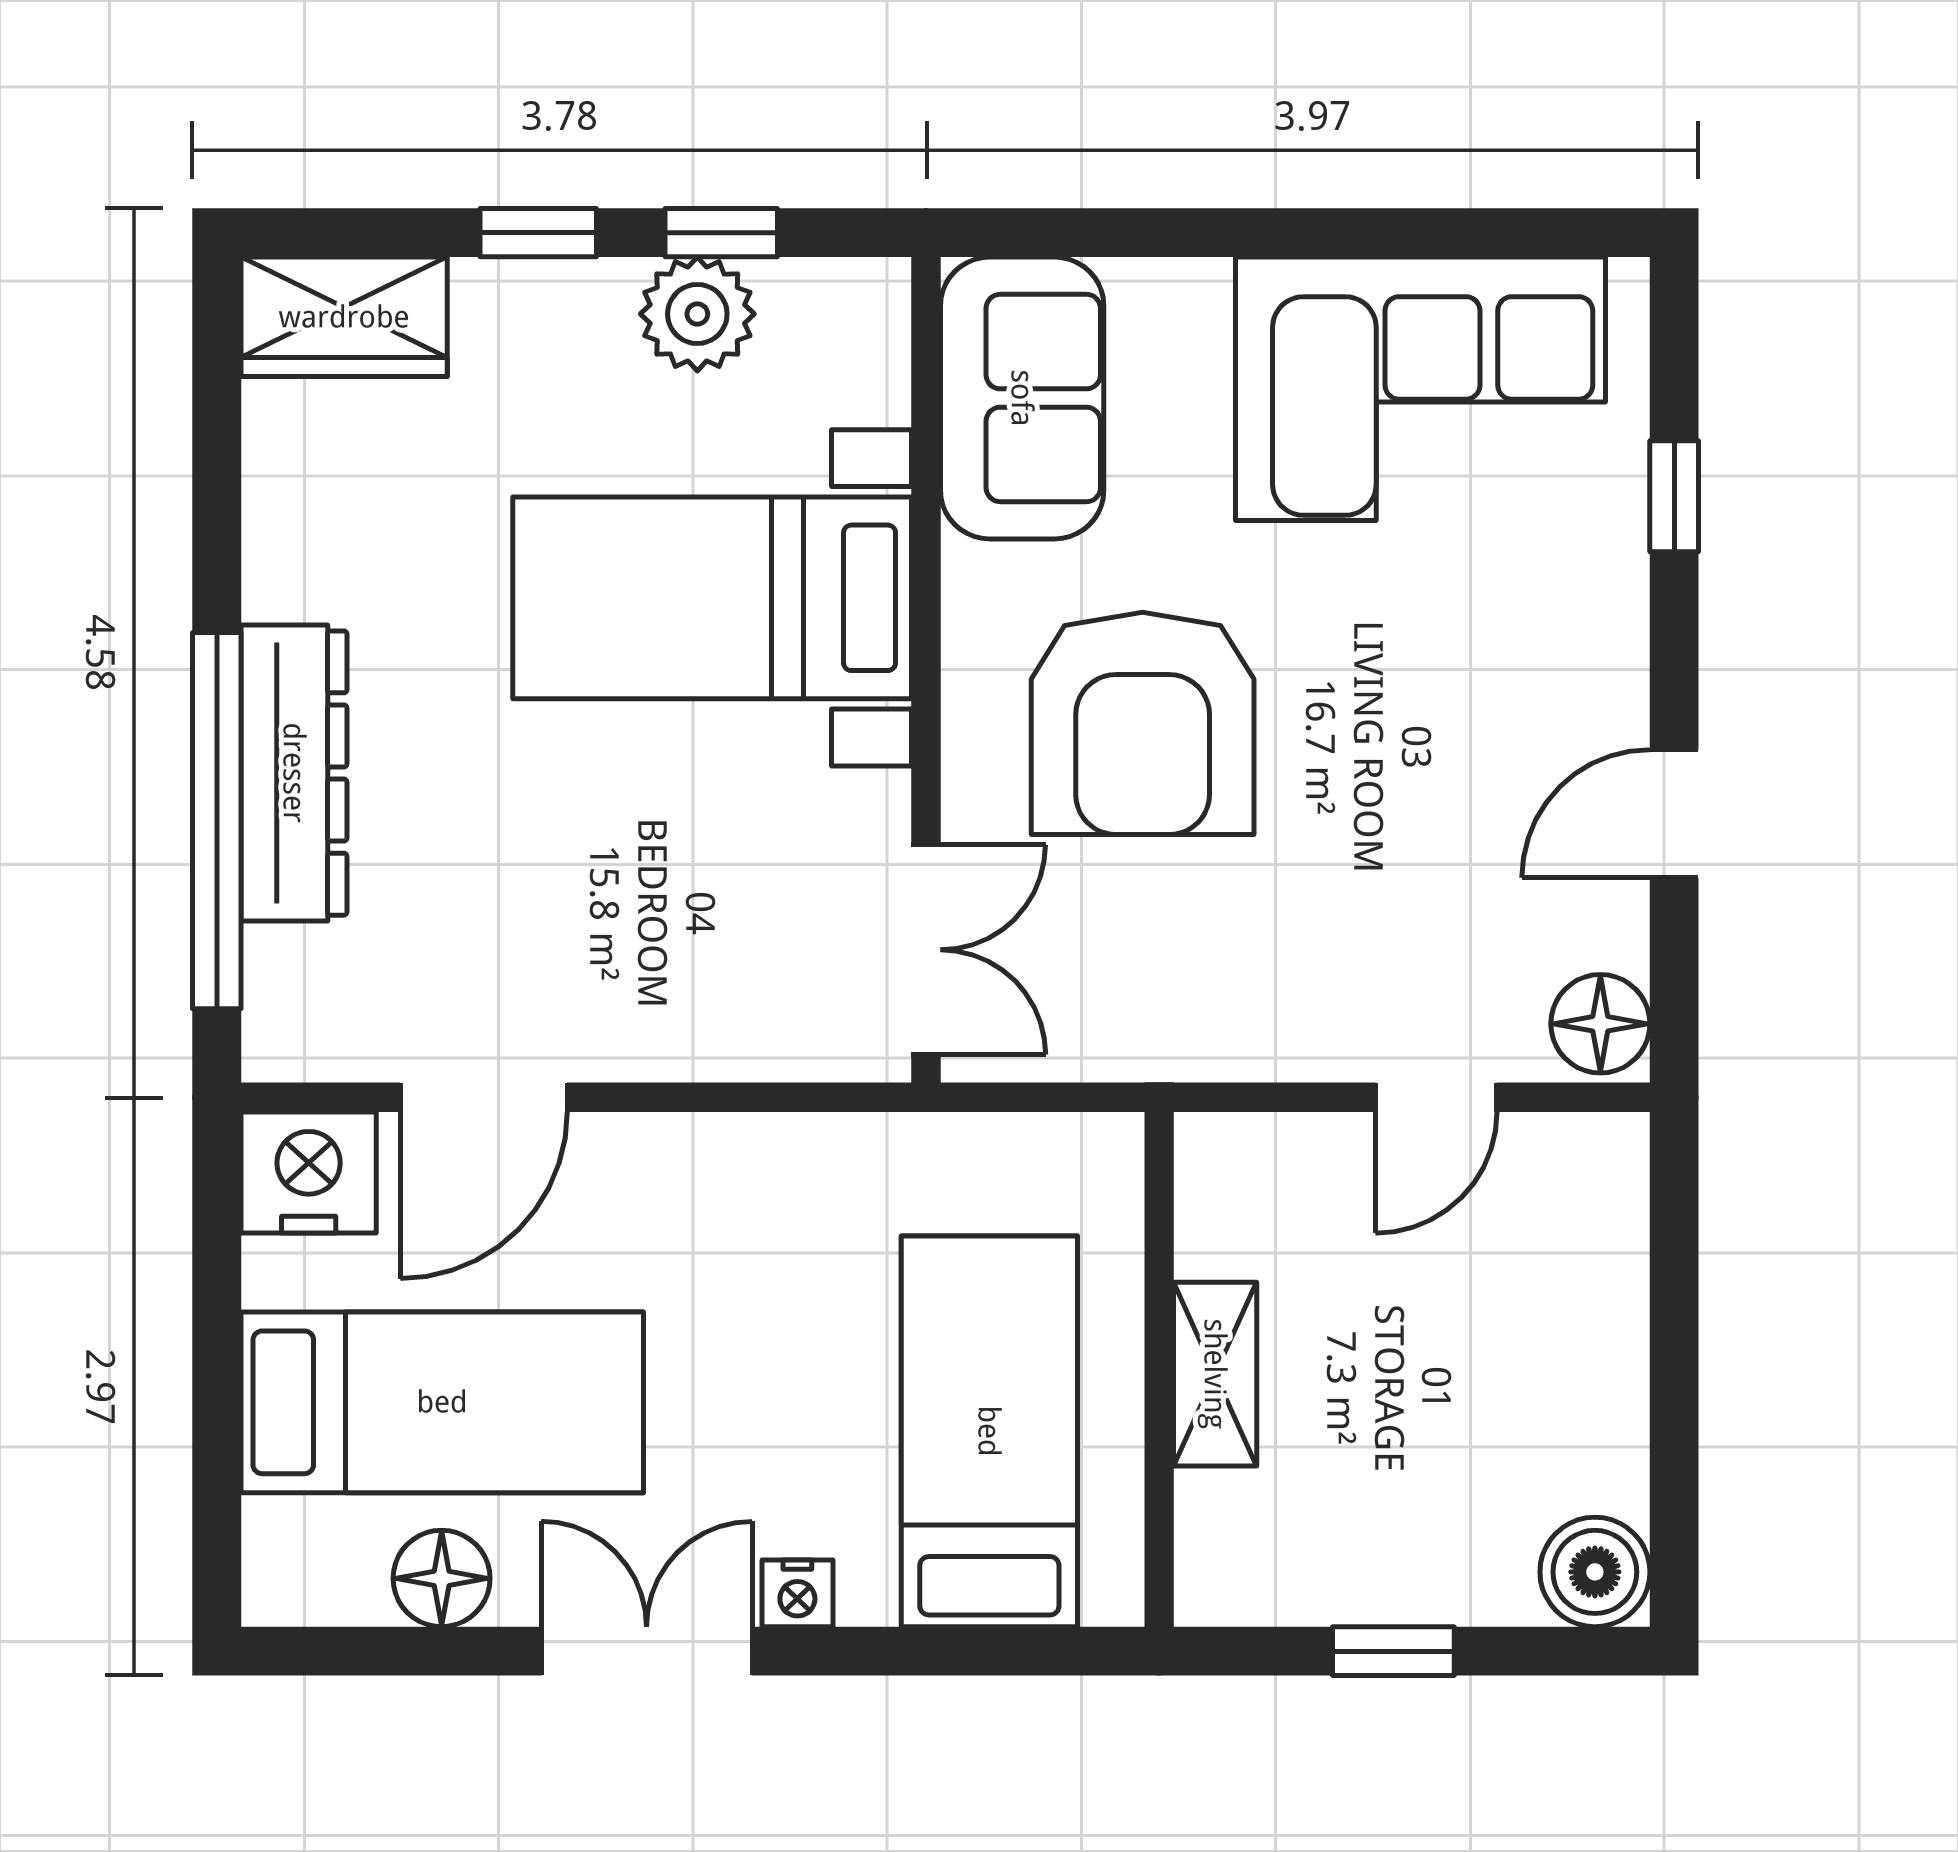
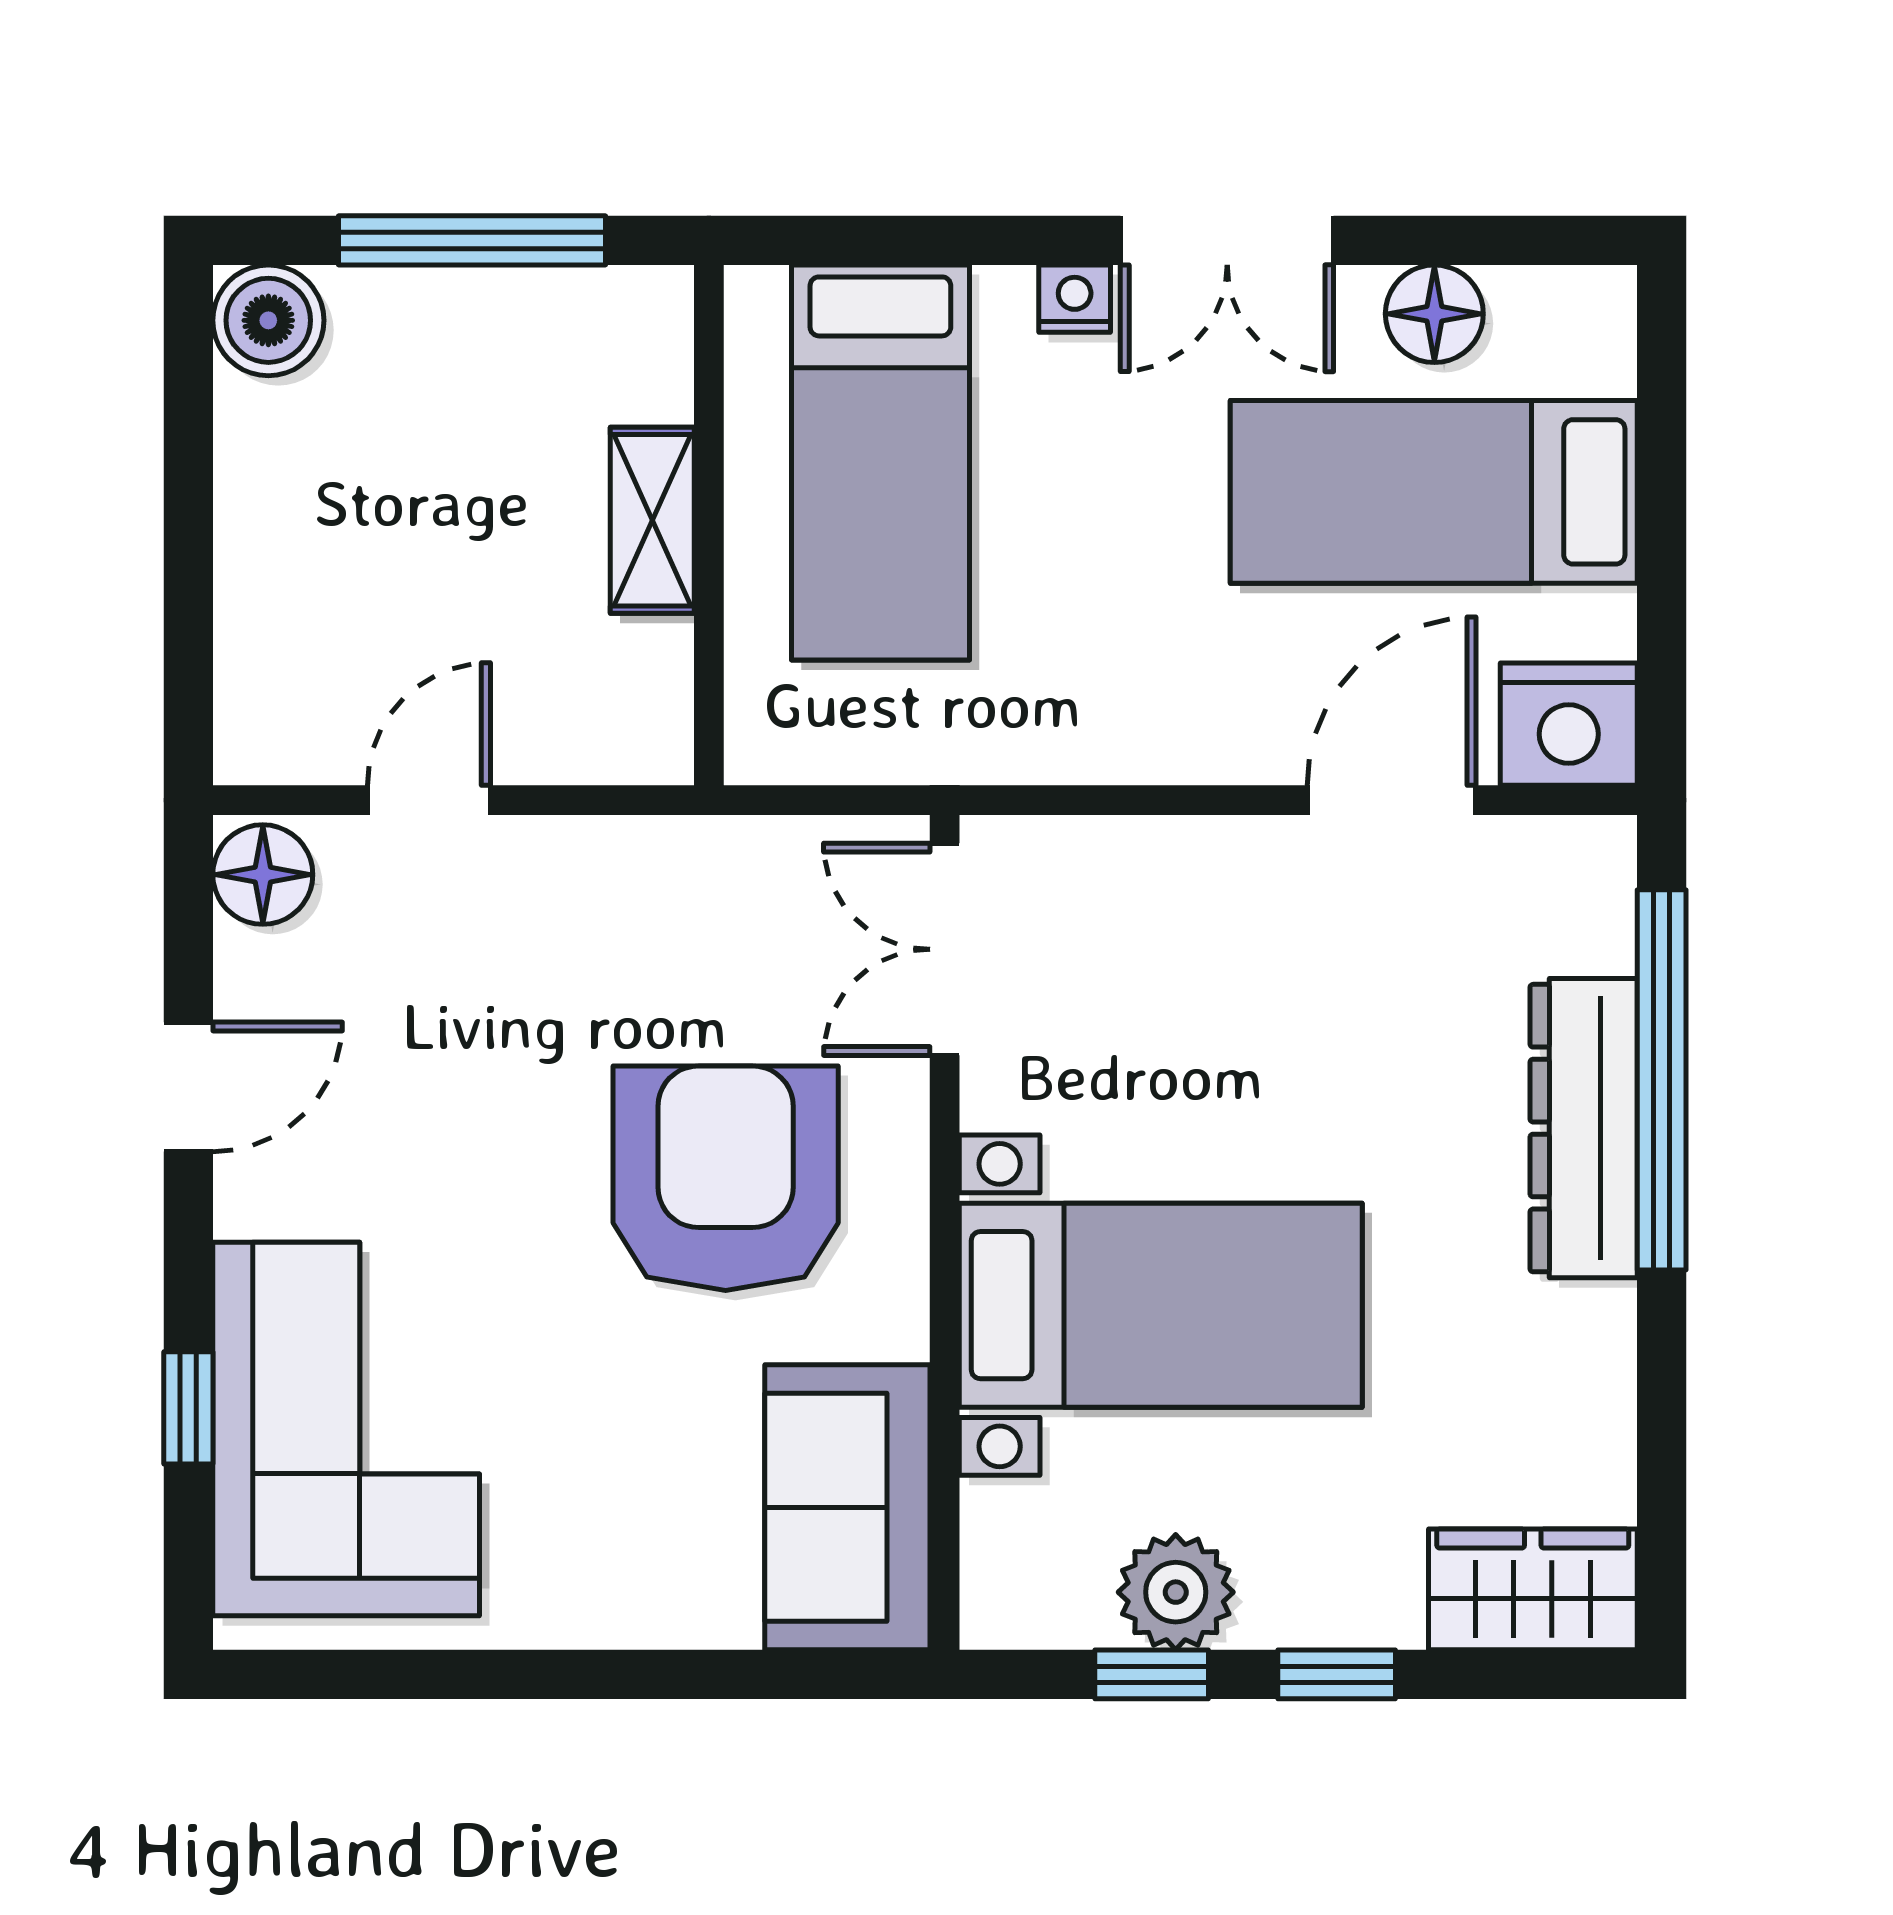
corner sofa: (1420, 389) -> (346, 1429), moved, turned 90
window: (1393, 1651) -> (472, 240), width x2.17

